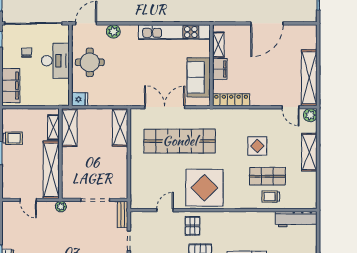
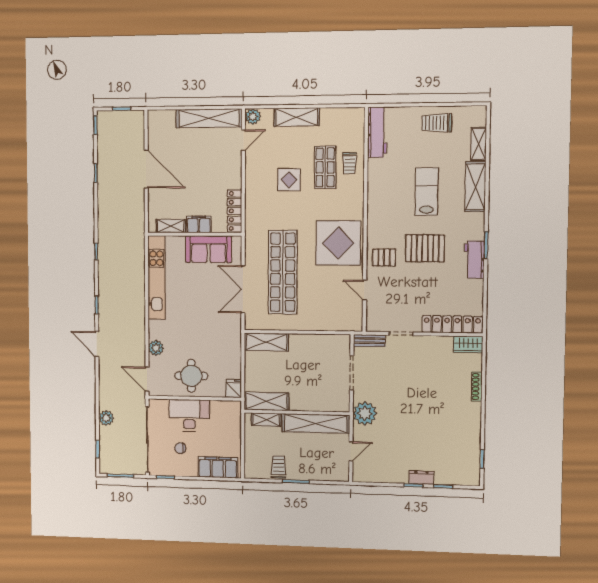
plant: (61, 207) -> (365, 413), width x1.87, depth x1.87

